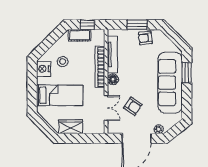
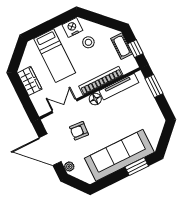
window: (137, 25) -> (154, 86), moved
armchair: (145, 38) -> (150, 110), removed
armchair: (133, 106) -> (79, 131), turned 60
double door: (106, 108) -> (64, 106), swing flipped

